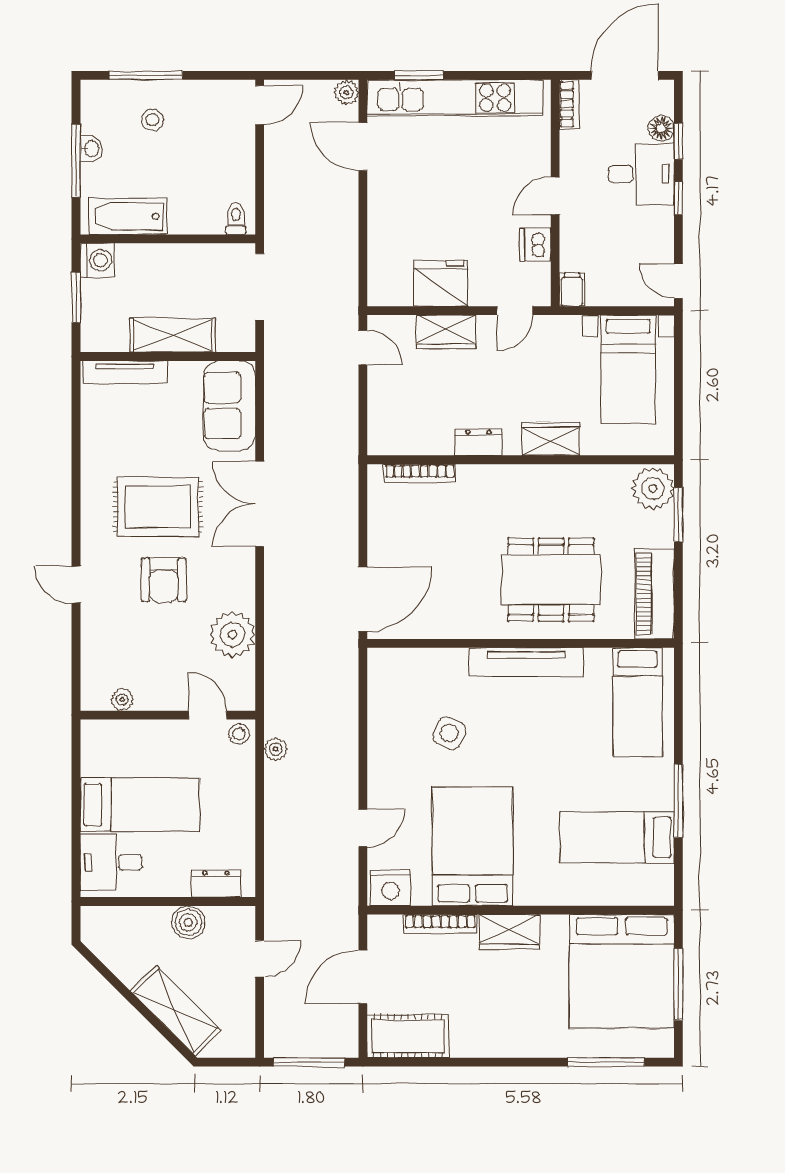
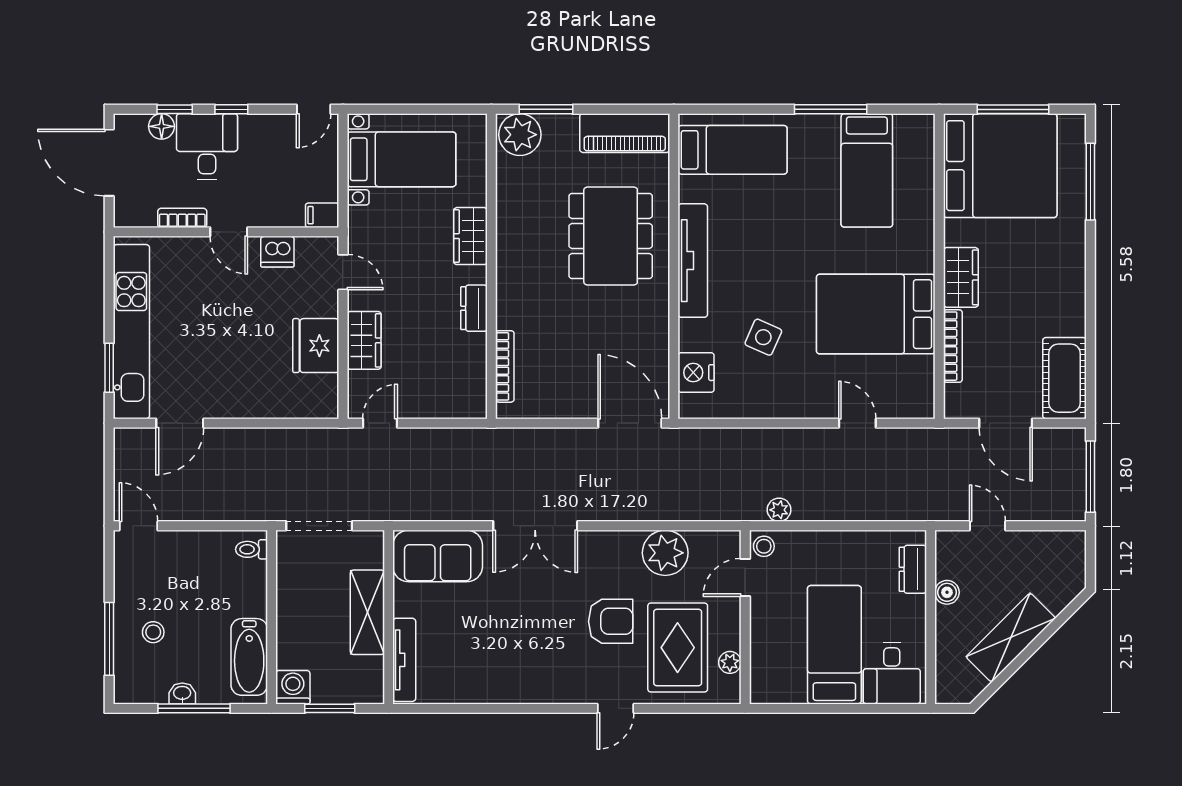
plant: (346, 93) -> (126, 439), removed
bookcase: (569, 104) -> (182, 218), moved
rug: (158, 507) -> (678, 648), moved
nightstand: (390, 888) -> (696, 373), moved, turned 180
boiler: (188, 922) -> (947, 592), width x0.73, depth x0.73
shelving: (176, 1011) -> (1011, 638), moved

